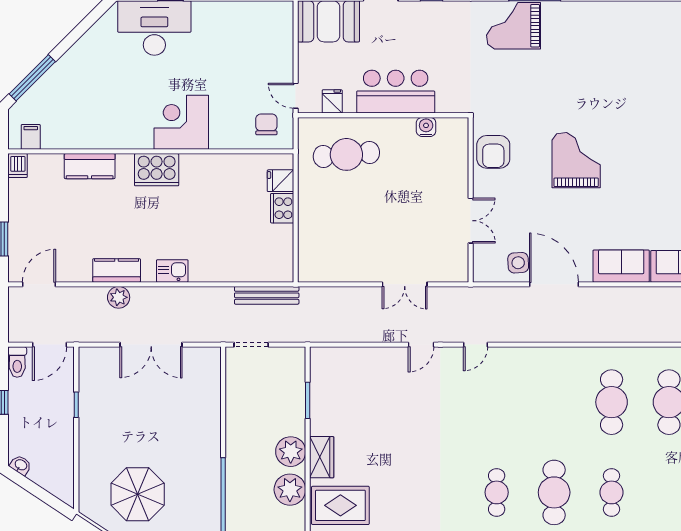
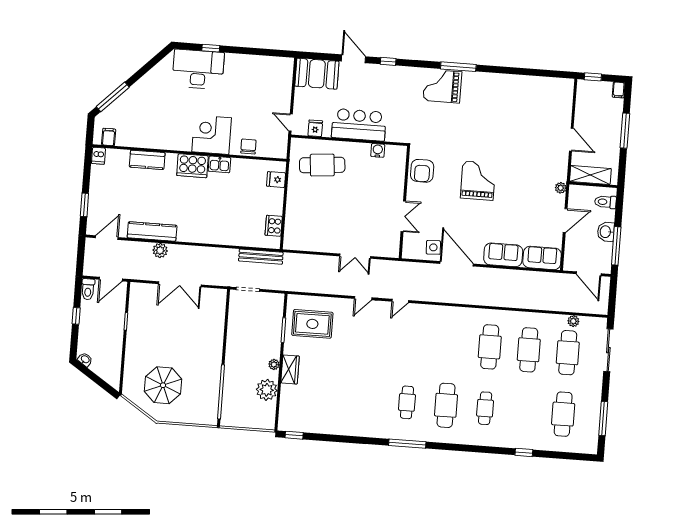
chair: (266, 124) -> (248, 147), moved
cooker: (282, 208) -> (274, 226), moved
kitchen counter: (117, 270) -> (152, 231), width x1.50
kitchen sink: (172, 271) -> (219, 164), moved, turned 180
plant: (291, 452) -> (274, 364), width x0.53, depth x0.53
rug: (340, 505) -> (312, 324), moved

